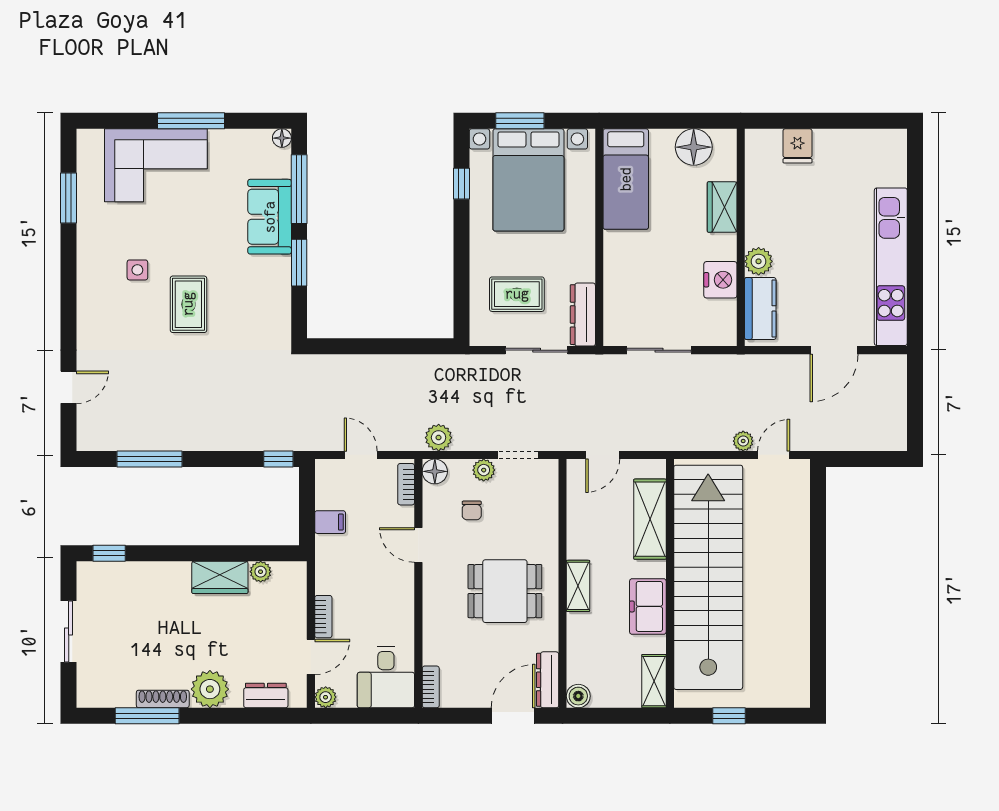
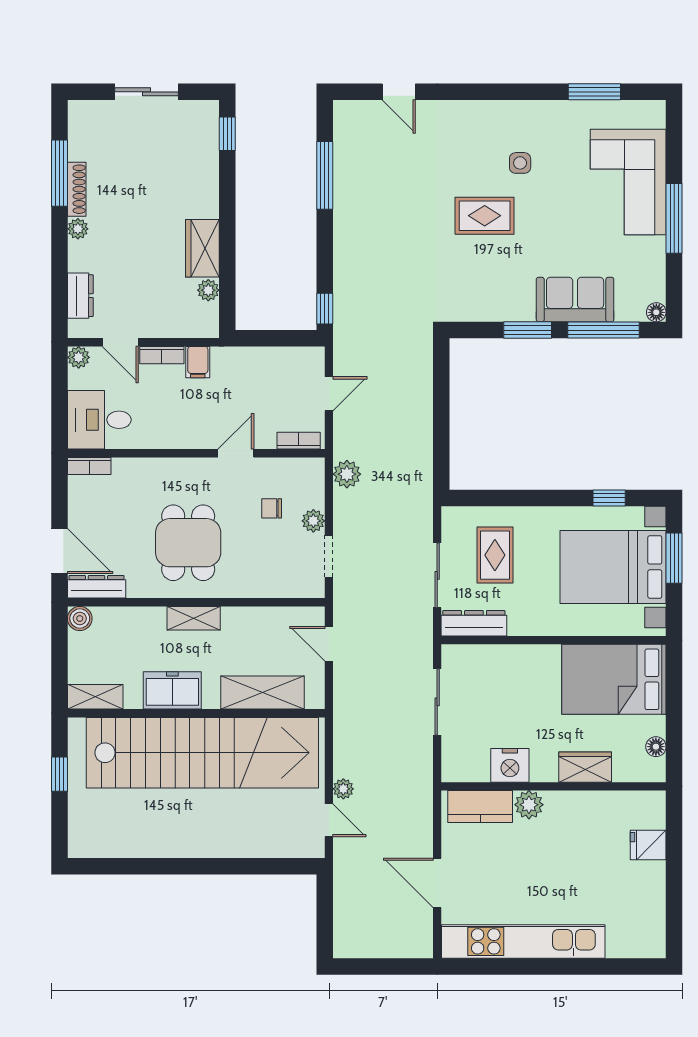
floor lamp: (694, 147) -> (656, 747), width x0.53, depth x0.53
bed: (626, 179) -> (614, 679), width x1.50
floor lamp: (435, 471) -> (312, 470), removed
filing cabinet: (330, 522) -> (198, 362), moved
plant: (210, 689) -> (78, 229), width x0.53, depth x0.53

